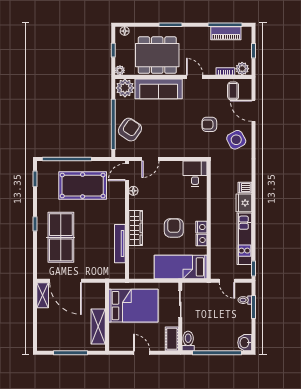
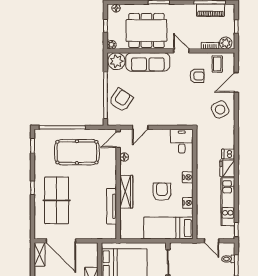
door: (254, 111) -> (236, 82), hinge flipped
armchair: (209, 124) -> (197, 76), moved, turned 180
nightstand: (201, 227) -> (188, 177), moved

